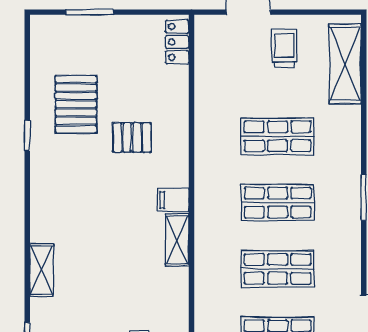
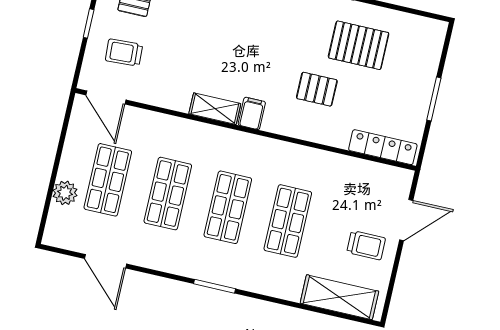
window: (90, 12) -> (434, 99), moved
locker: (177, 42) -> (383, 147), width x1.53
pallet: (132, 138) -> (317, 89), turned 90

